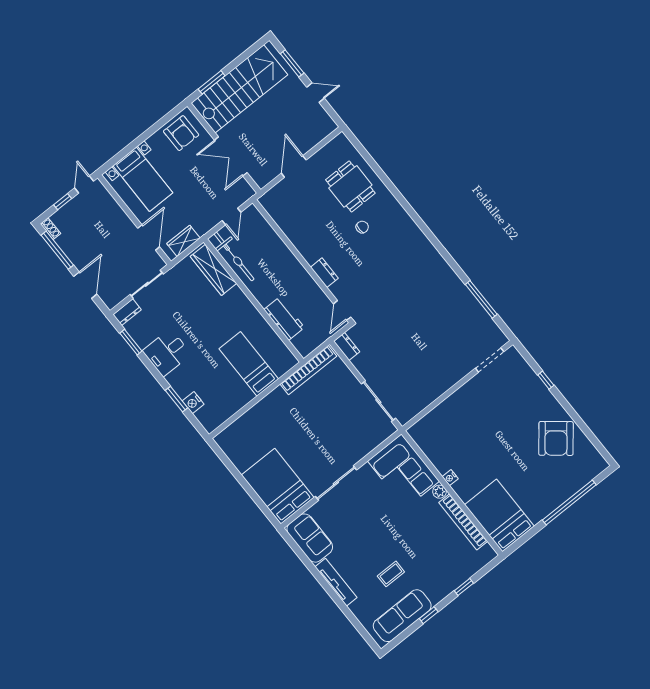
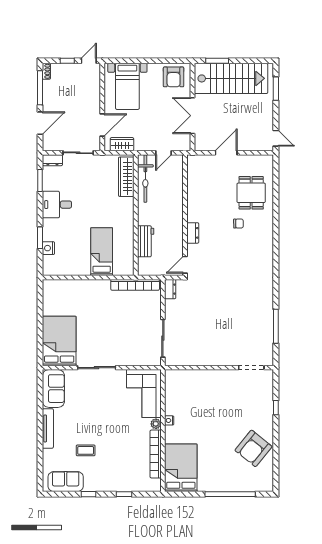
door: (316, 93) -> (276, 138), moved
sofa: (402, 616) -> (66, 482), width x0.73

